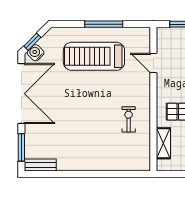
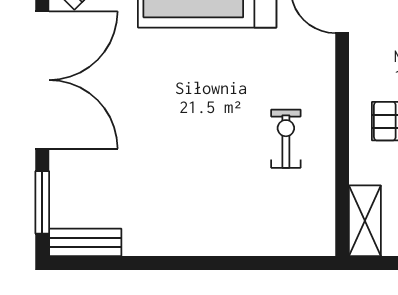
shelving: (163, 143) -> (365, 221), moved

